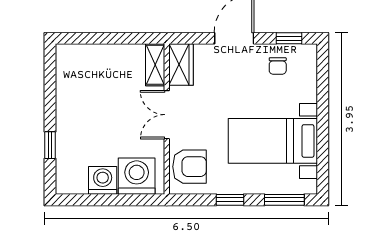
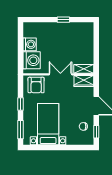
window: (50, 145) -> (63, 20), moved

